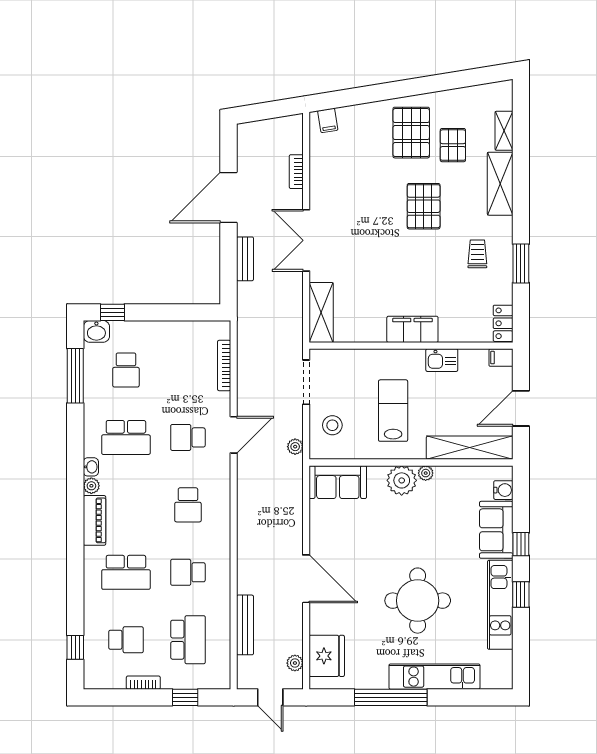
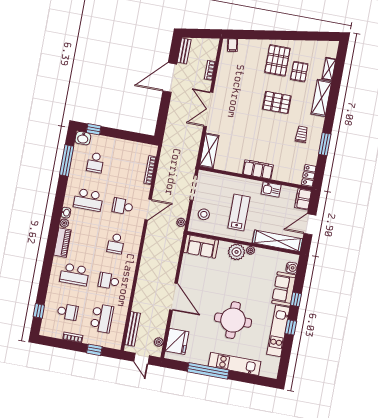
pallet: (424, 206) -> (277, 102), turned 90
bench: (245, 259) -> (184, 51), moved
filing cabinet: (501, 358) -> (303, 199), width x2.00
bench: (245, 625) -> (133, 329), moved

